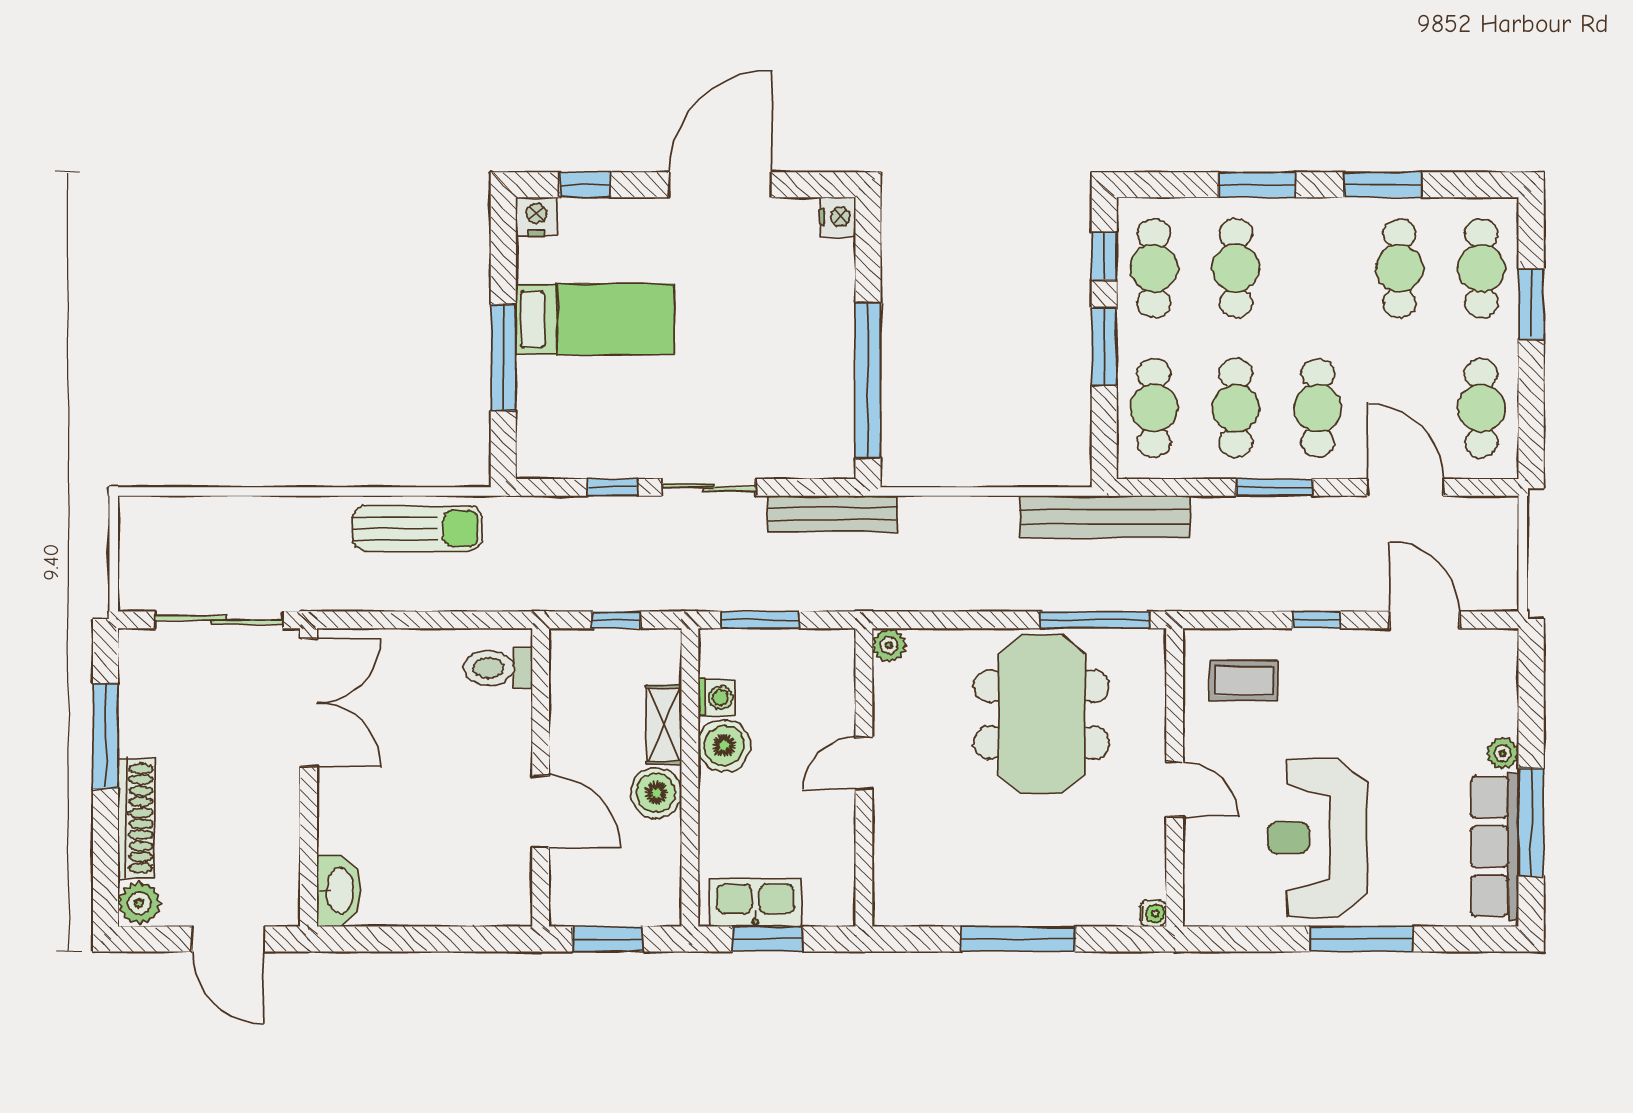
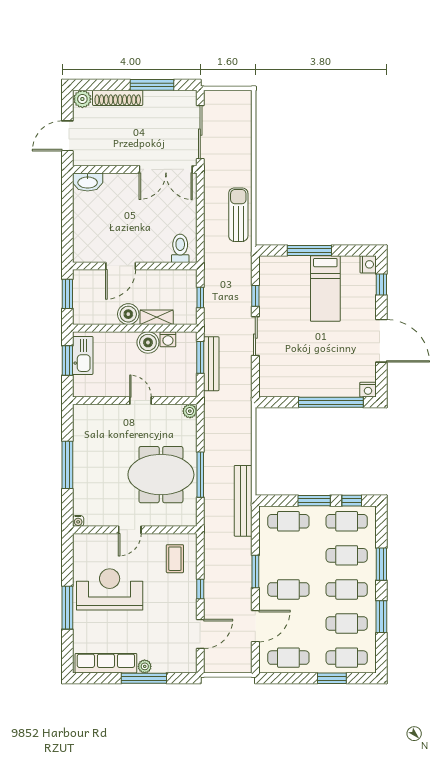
window: (868, 380) -> (331, 402), moved
cafe table: (1236, 408) -> (347, 589), moved
bench: (832, 514) -> (211, 364), moved
sun lounger: (417, 528) -> (238, 215), turned 180
window: (1095, 620) -> (200, 475), moved
window: (1531, 822) -> (144, 678), moved

